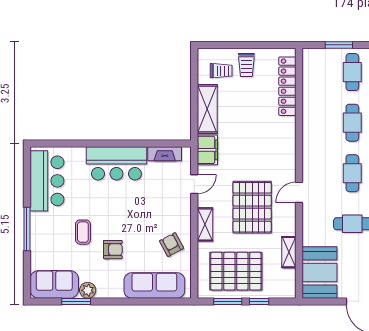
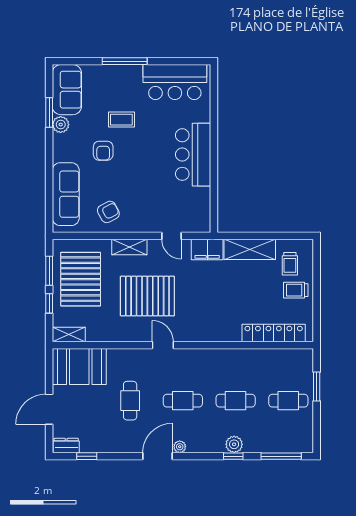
fireplace: (165, 154) -> (203, 205), removed
shelving: (289, 252) -> (69, 334), moved

